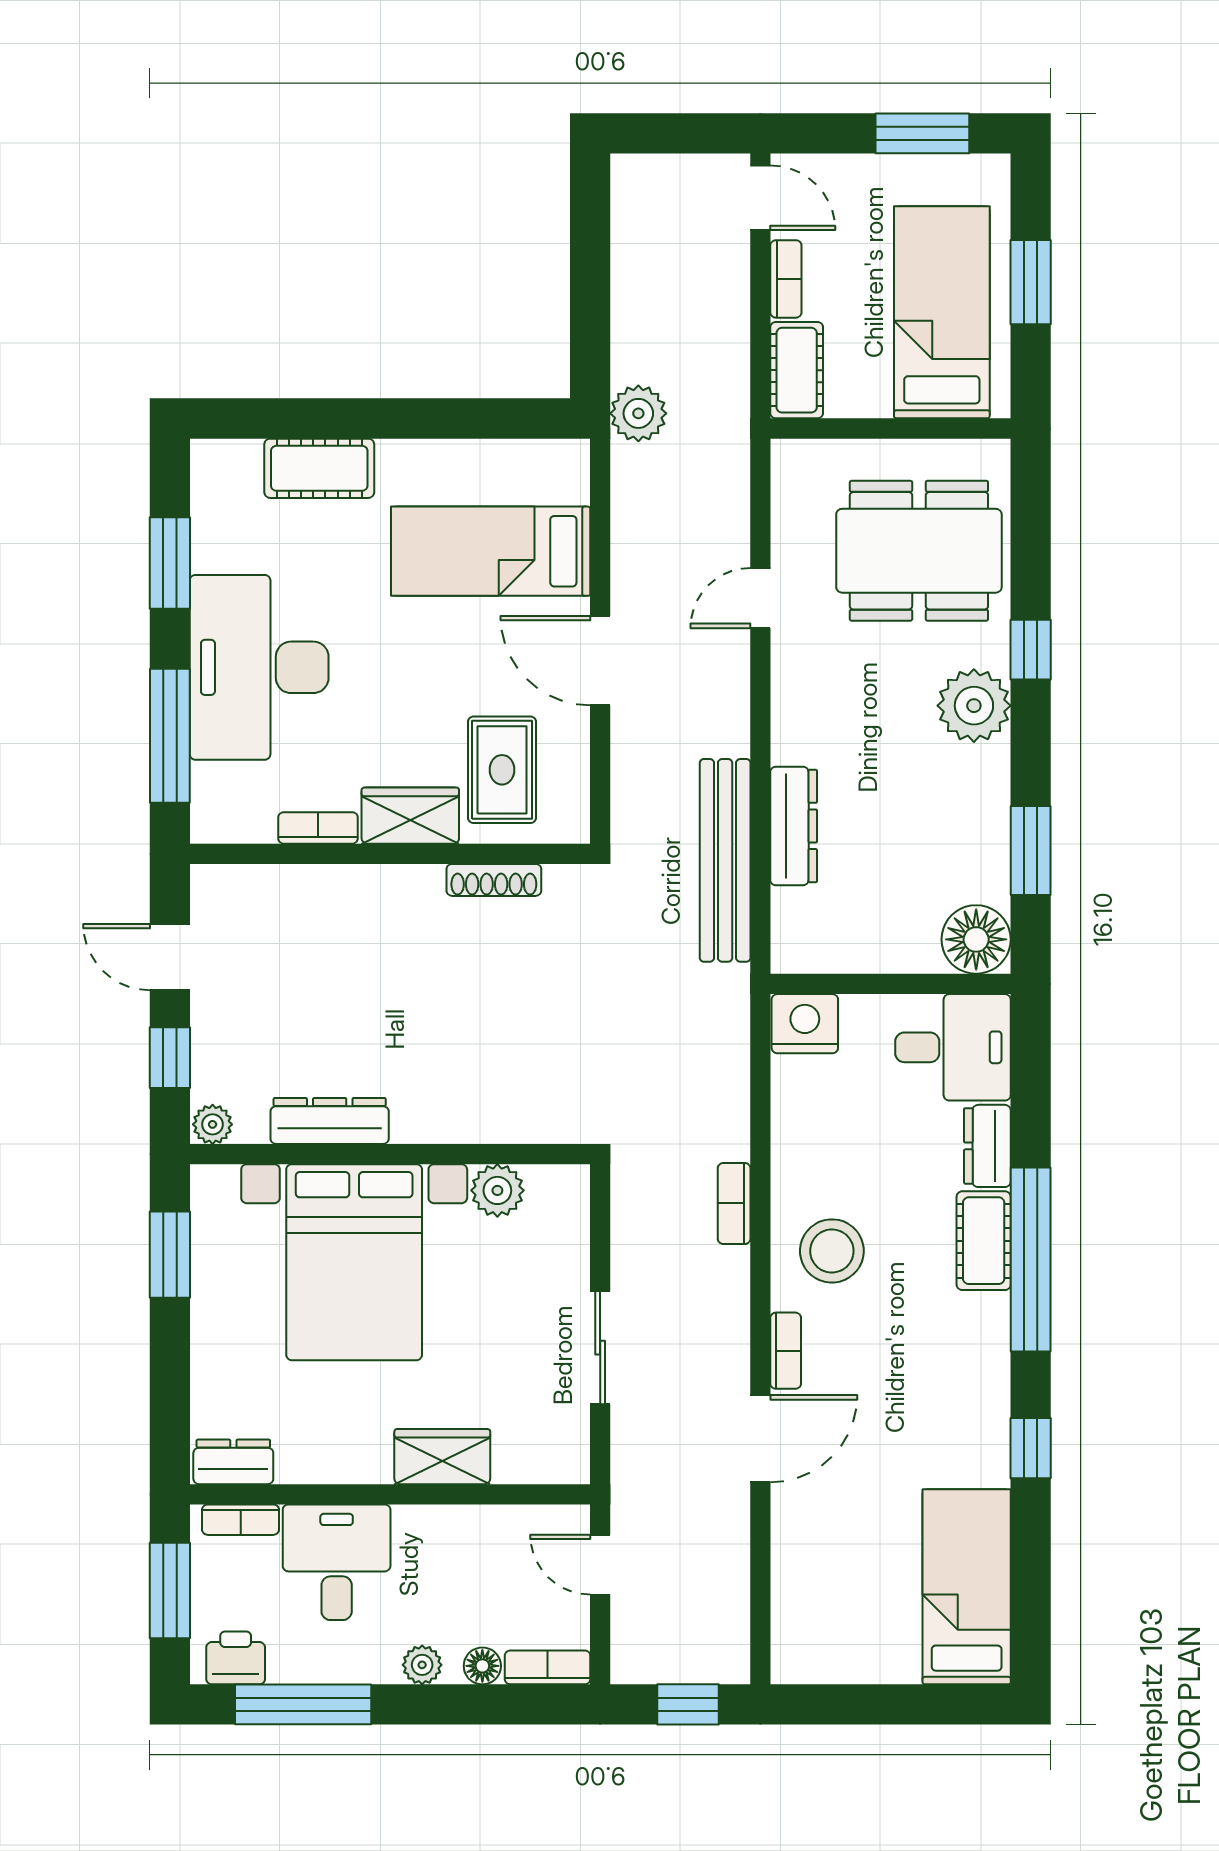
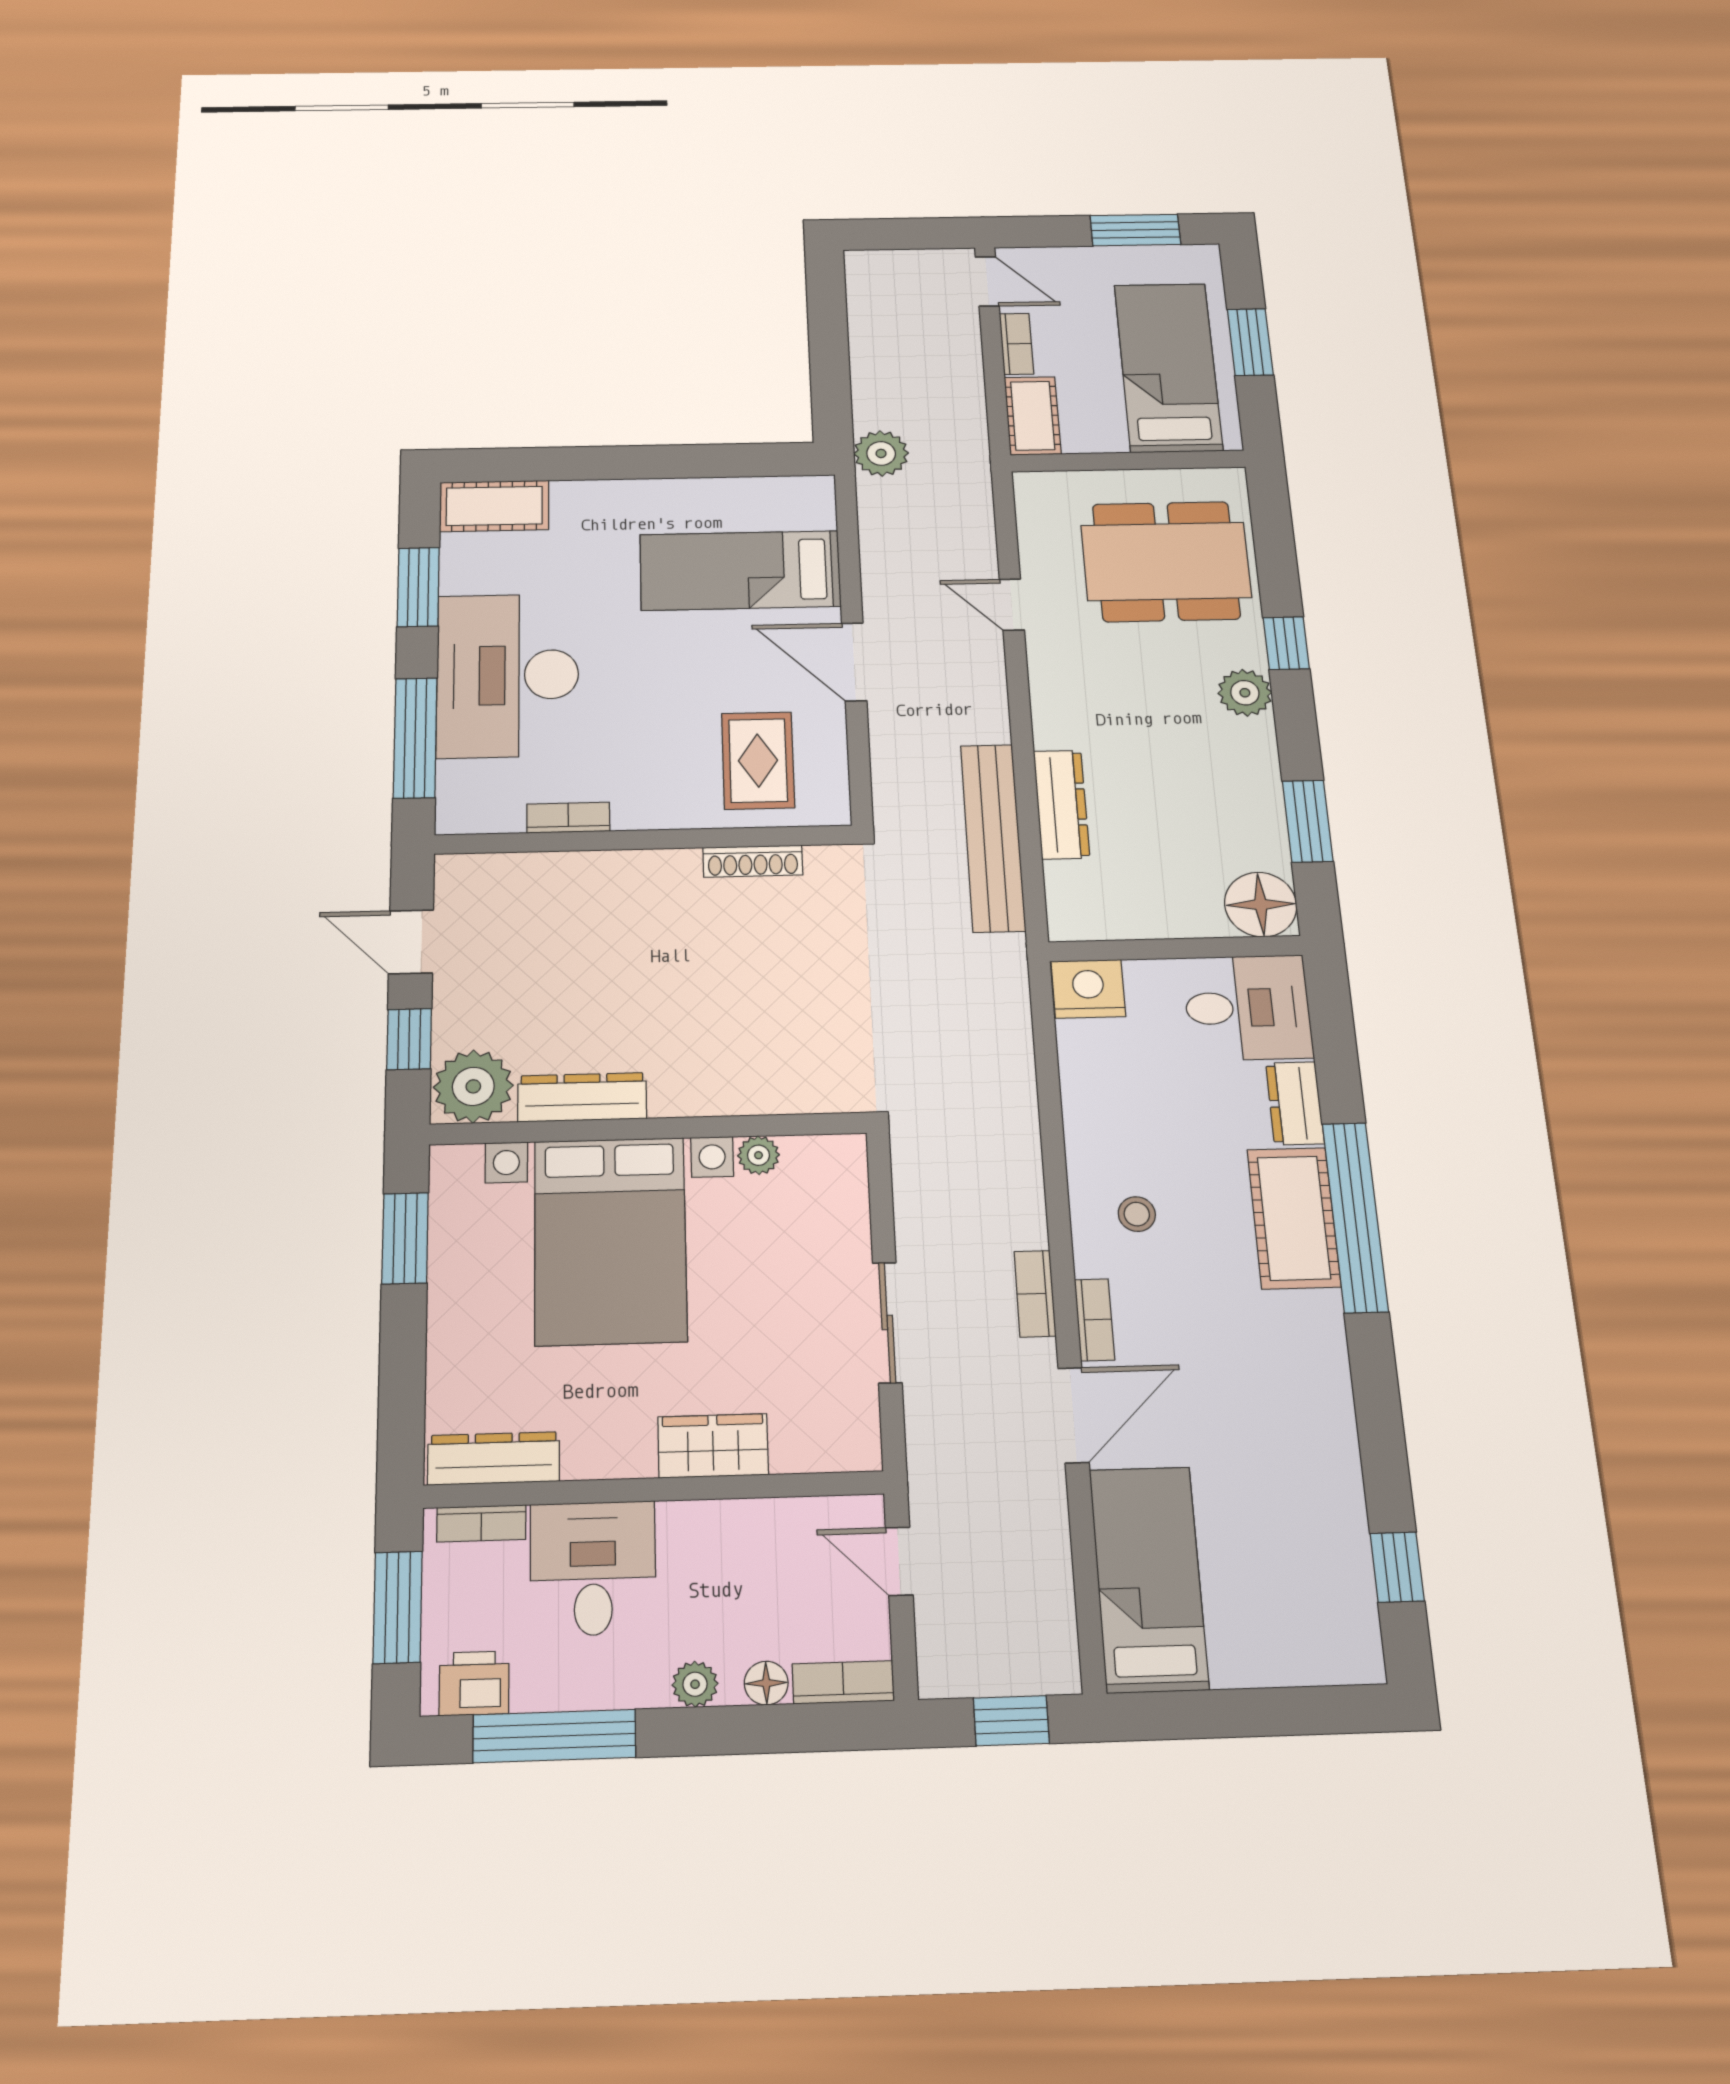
cot: (319, 468) -> (494, 506), moved
door: (760, 598) -> (1012, 605), hinge flipped
plant: (974, 706) -> (1245, 693), width x0.73, depth x0.73
wardrobe: (410, 816) -> (664, 804), removed
plant: (213, 1124) -> (473, 1086), width x1.88, depth x1.88
plant: (497, 1190) -> (759, 1155), width x0.73, depth x0.73
bookcase: (734, 1203) -> (1035, 1294), moved
cot: (984, 1241) -> (1294, 1218), width x1.37, depth x1.34
stool: (832, 1251) -> (1137, 1214), width x0.53, depth x0.53
window: (1031, 1448) -> (1397, 1567), moved
dresser: (233, 1462) -> (494, 1458), width x1.44
bed: (967, 1587) -> (1148, 1579), moved

